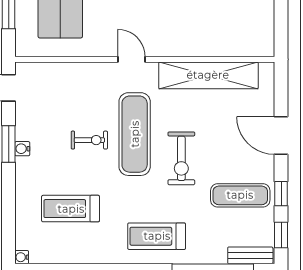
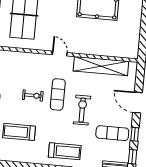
exercise mat: (135, 134) -> (58, 94), width x0.73, depth x0.69
exercise bike: (181, 158) -> (82, 110), turned 180
treadmill: (157, 236) -> (65, 151), turned 180

